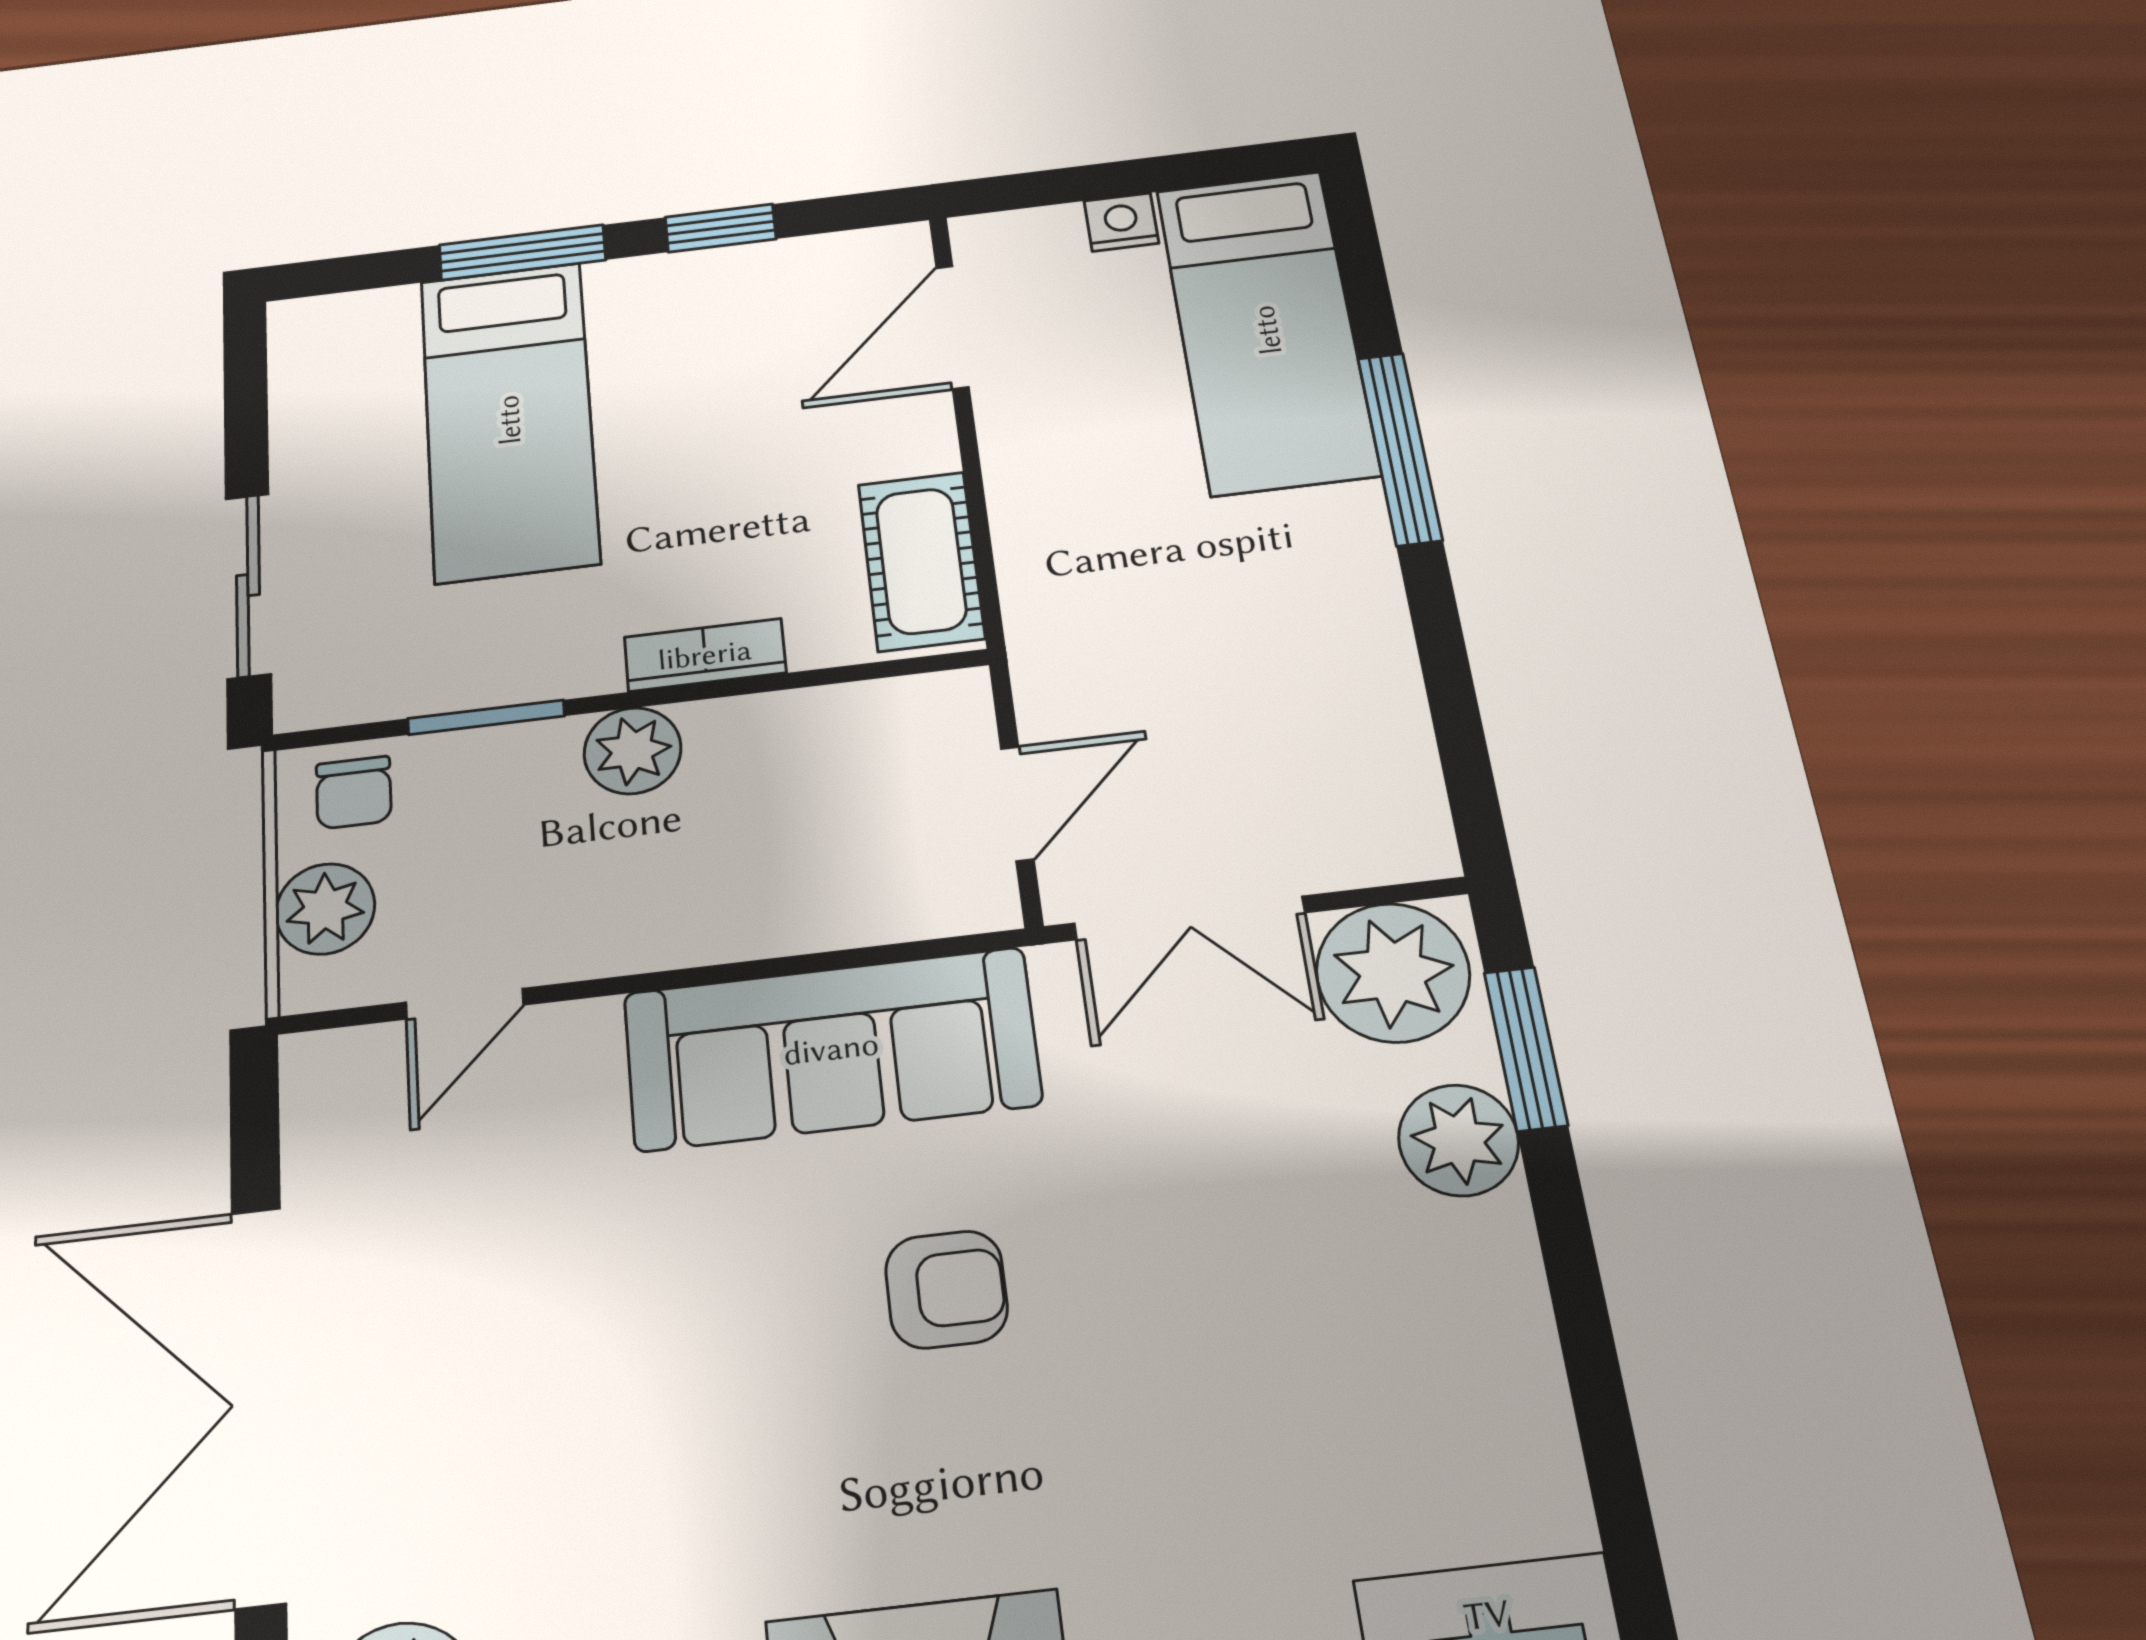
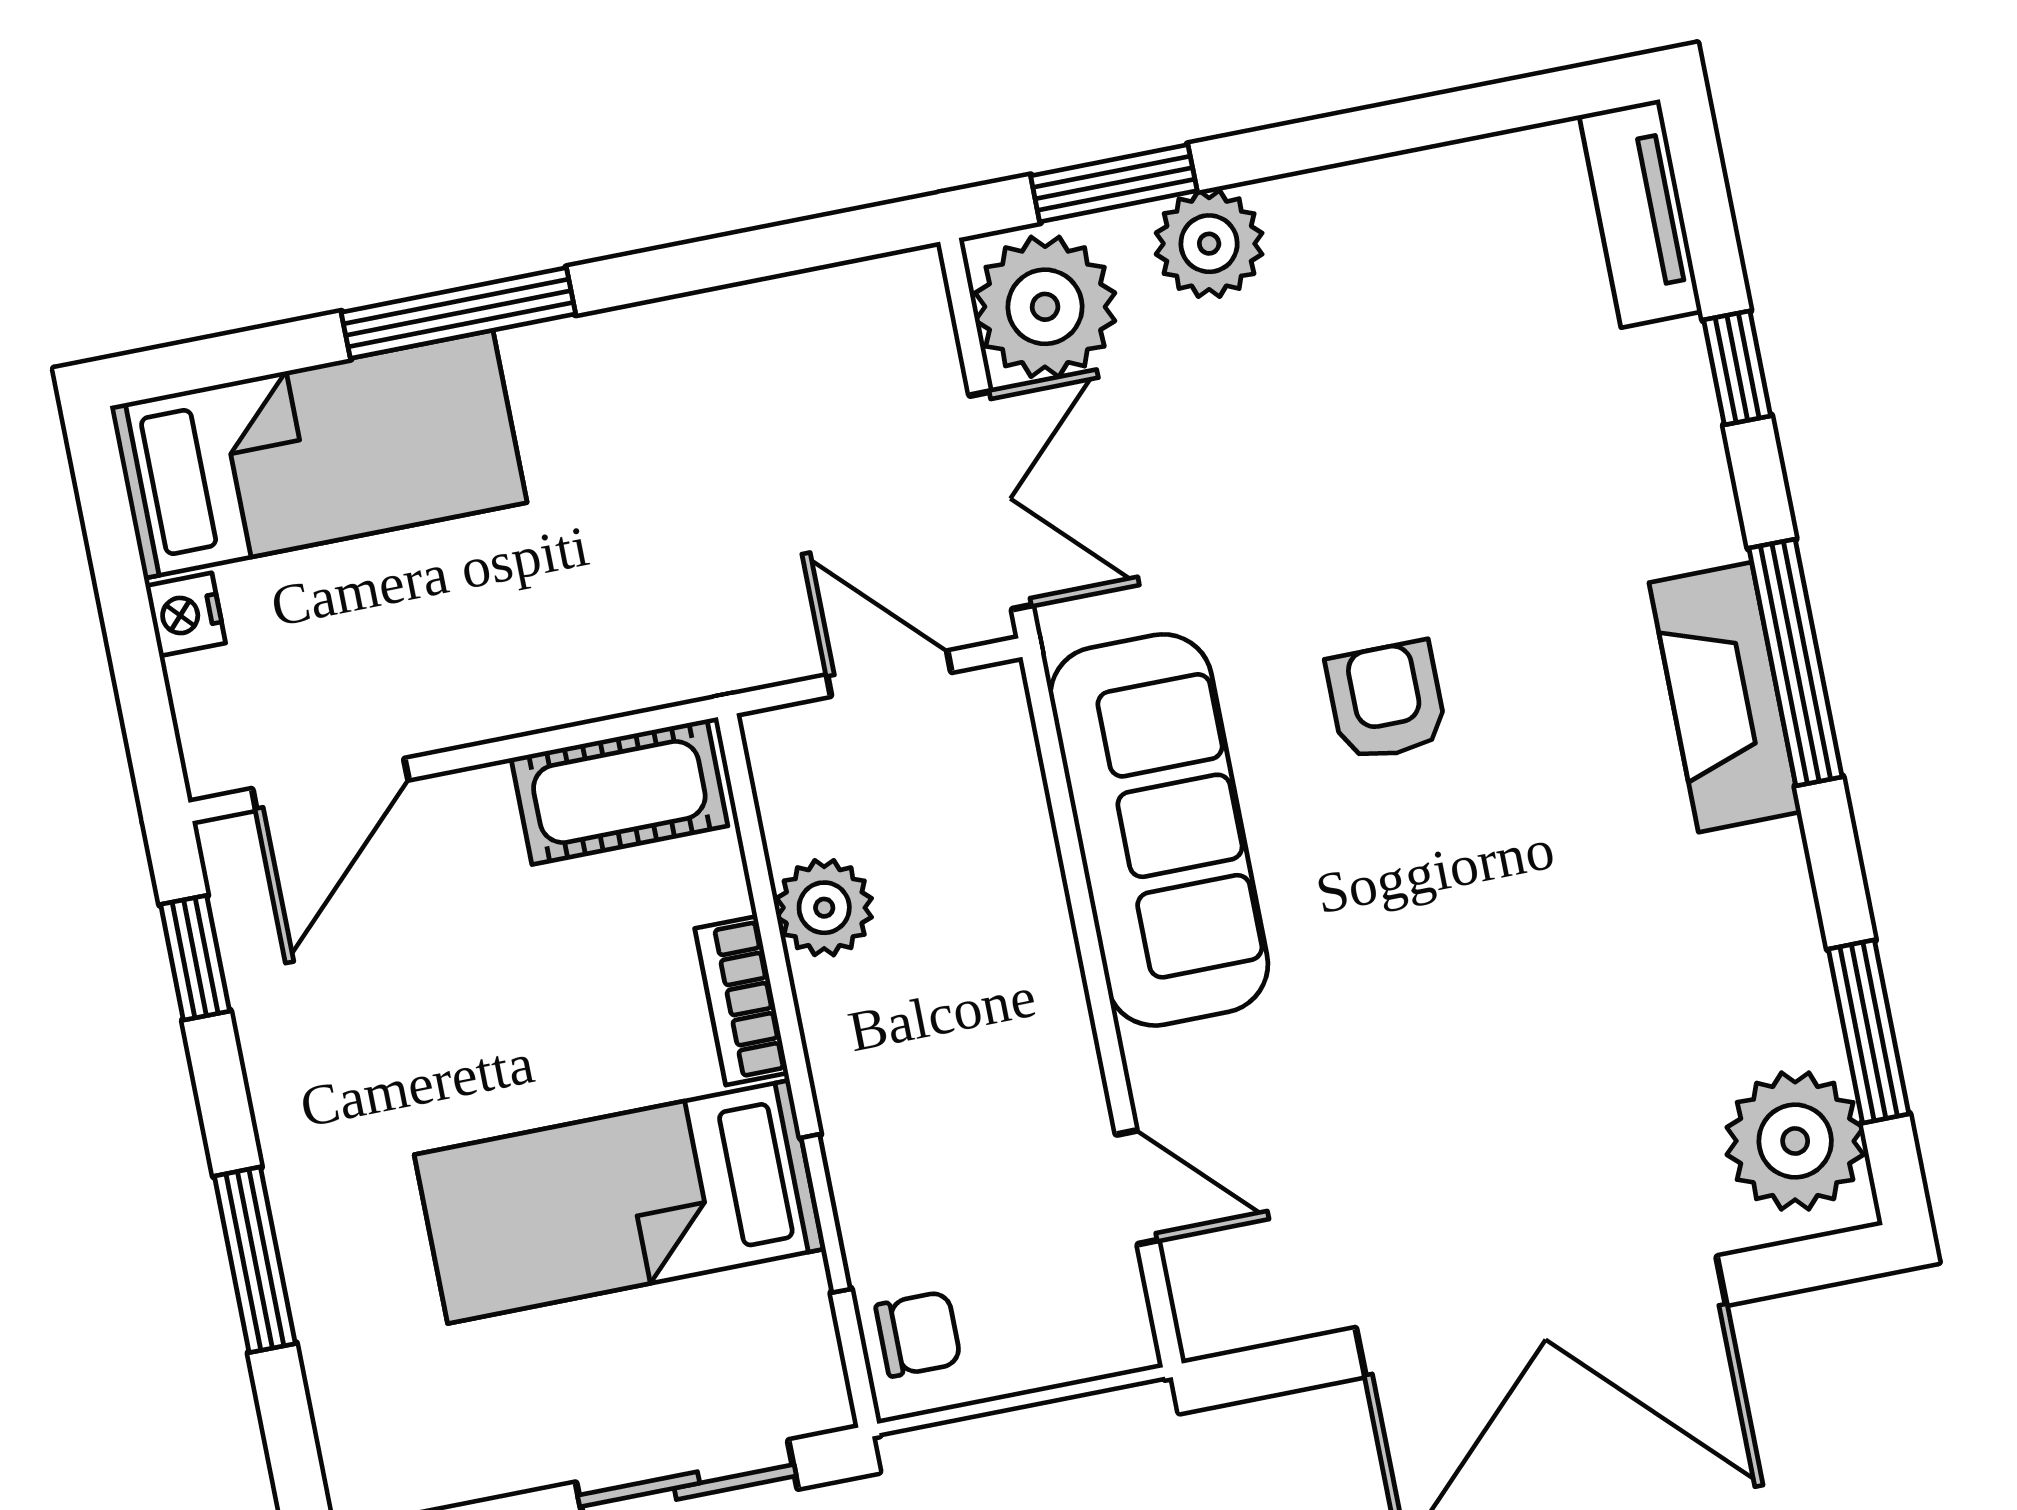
window: (721, 228) -> (195, 958), moved
door: (952, 327) -> (330, 784), hinge flipped
bed: (509, 420) -> (619, 1202), moved, turned 180
plant: (633, 751) -> (824, 908), moved
plant: (325, 909) -> (1047, 1341), removed

